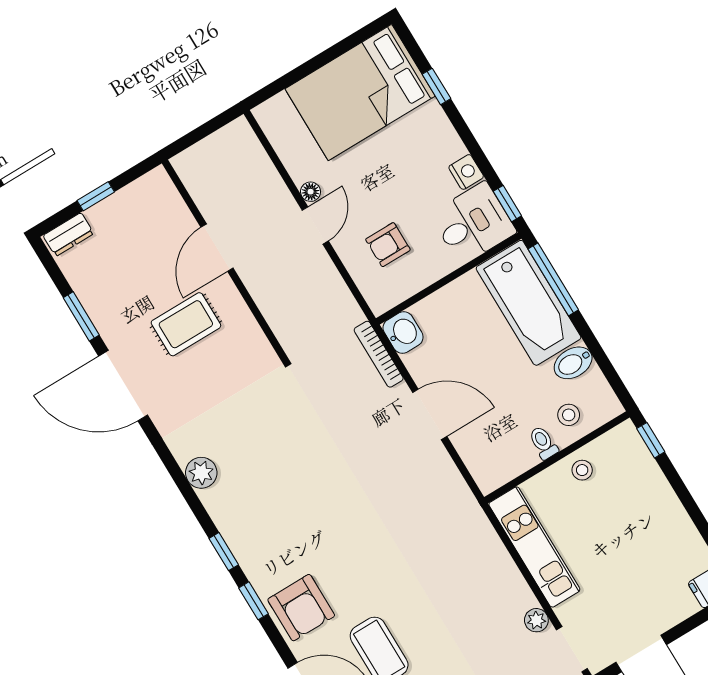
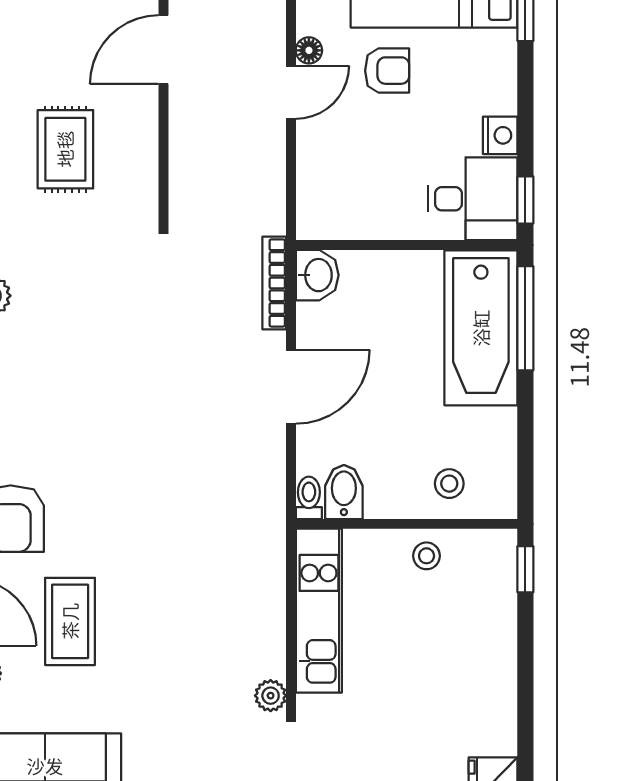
armchair: (388, 245) -> (387, 71), moved, turned 180
rug: (186, 324) -> (65, 149), moved, turned 90
bidet: (573, 363) -> (344, 492), moved, turned 90
door: (430, 414) -> (291, 387), hinge flipped
toilet: (543, 443) -> (309, 498), moved

